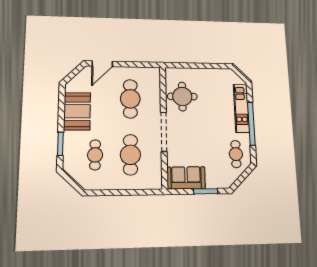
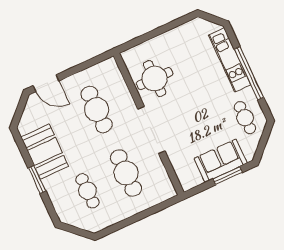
door: (102, 64) -> (46, 83), hinge flipped
window: (60, 144) -> (37, 180), moved
sofa: (186, 178) -> (221, 161), moved

